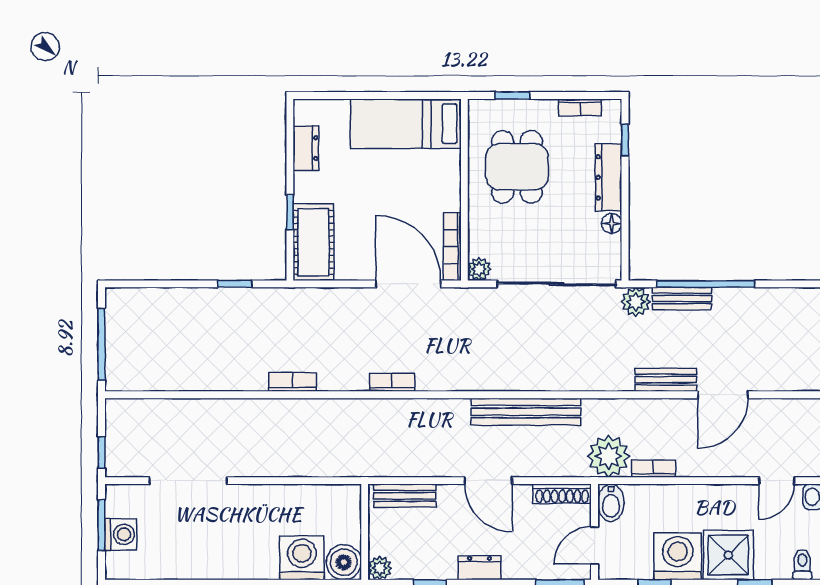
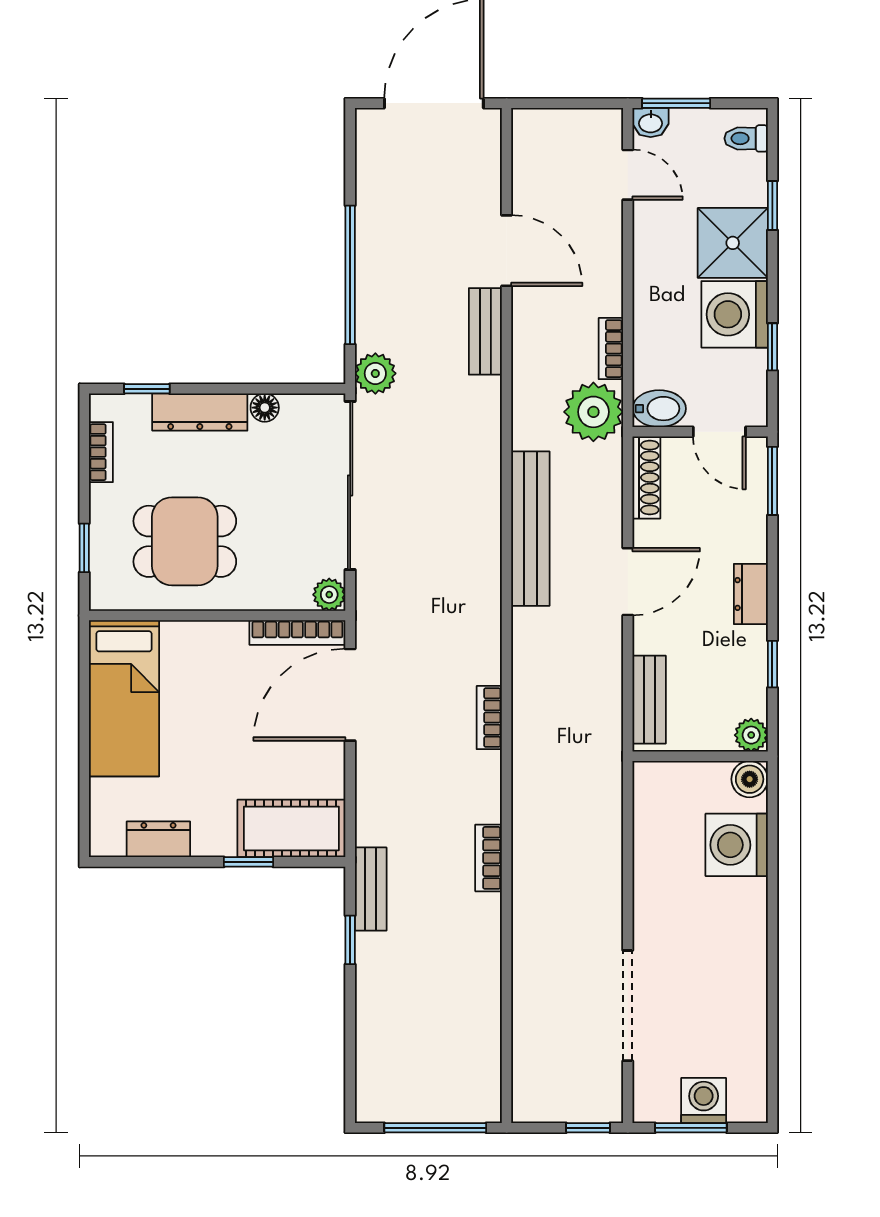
bench: (682, 299) -> (371, 889), moved
boiler: (344, 562) -> (750, 779), width x0.73, depth x0.73

